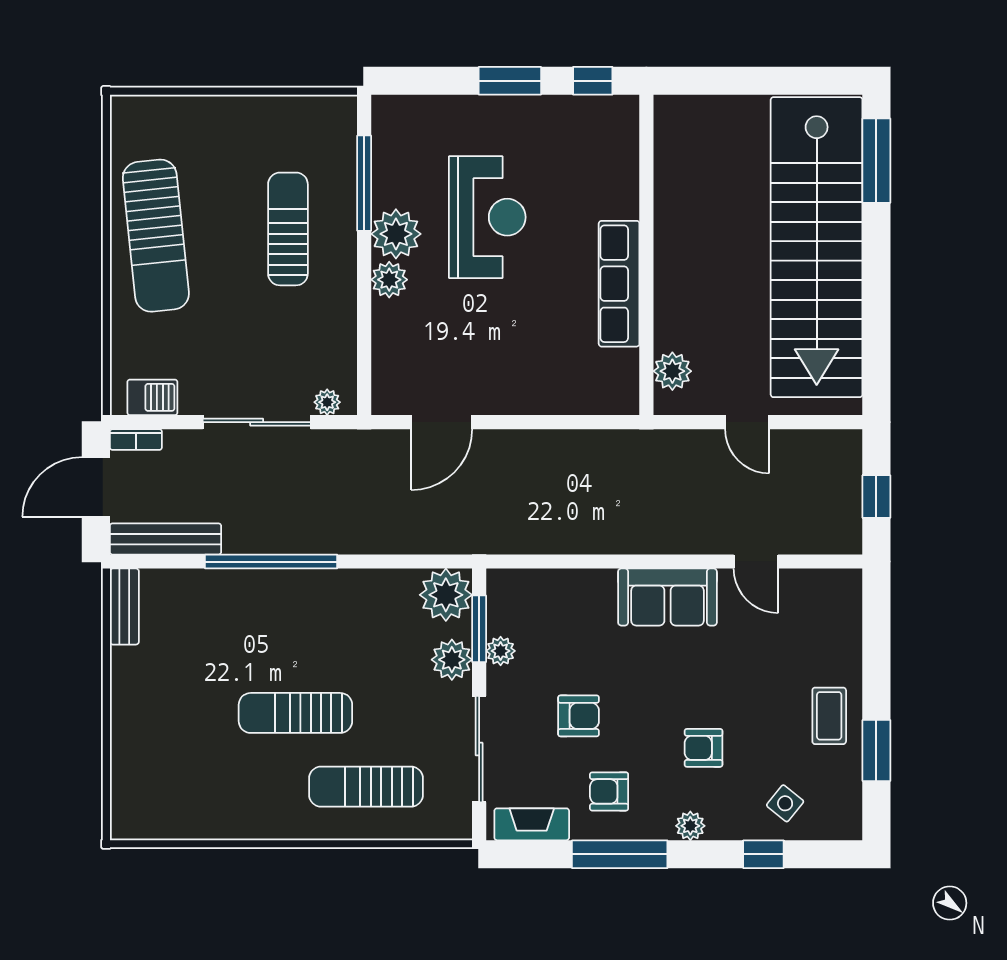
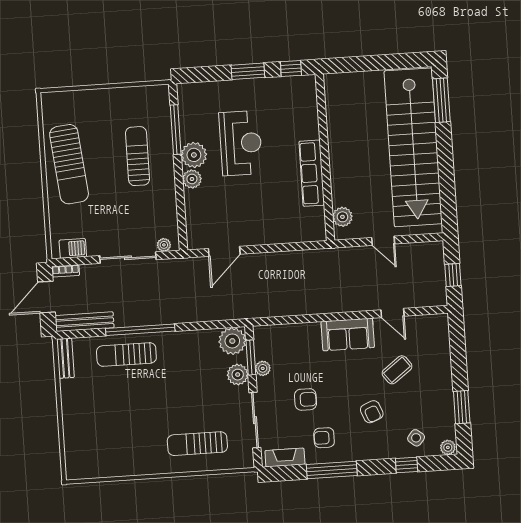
sun lounger: (295, 713) -> (126, 354), moved
coffee table: (829, 716) -> (397, 370), moved, turned 53
armchair: (704, 748) -> (372, 412), turned -112
plant: (690, 826) -> (448, 447), moved

